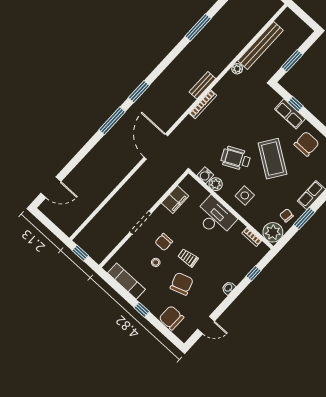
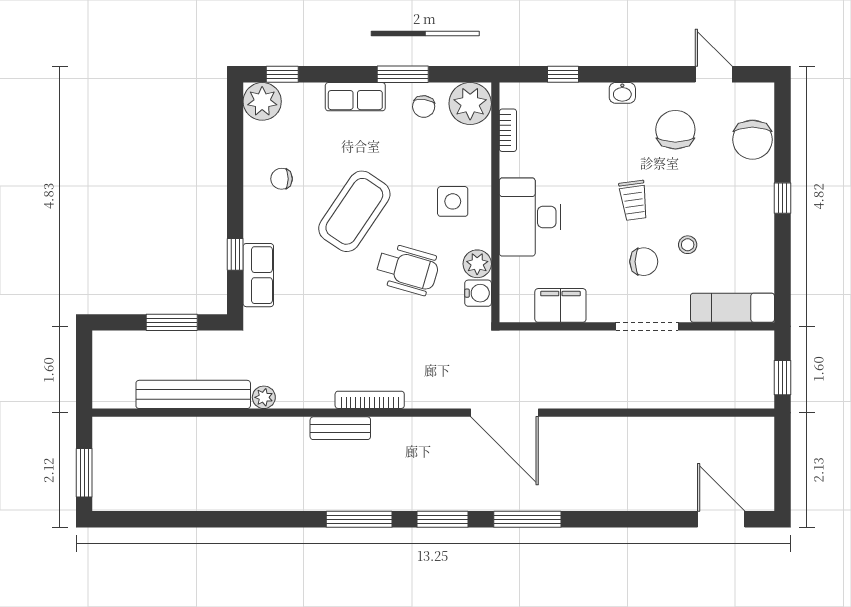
window: (198, 27) -> (359, 519), moved
row of seats: (290, 114) -> (258, 275), moved
chair: (307, 144) -> (282, 179), width x0.54, depth x0.54
door: (156, 146) -> (504, 413), hinge flipped
wheelchair: (236, 158) -> (407, 269), turned -48
exam couch: (126, 281) -> (732, 308), moved, turned 90
chair: (182, 284) -> (675, 130), moved, turned 109

